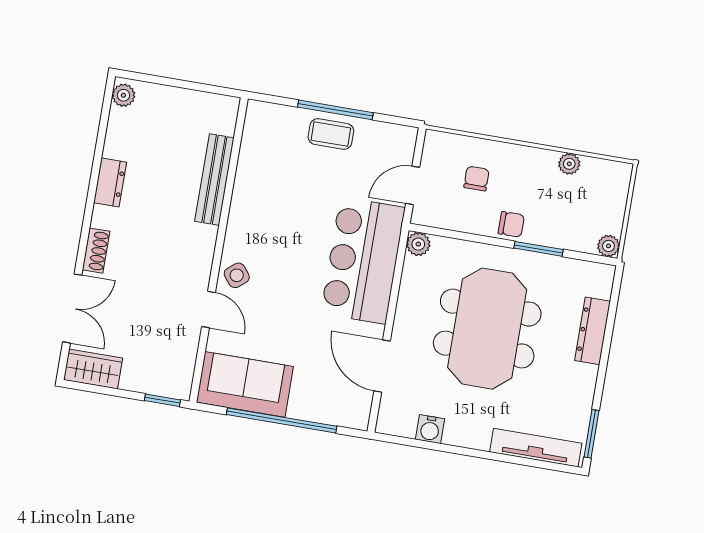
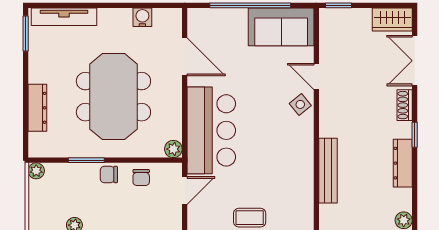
chair: (477, 179) -> (141, 178), moved
dresser: (110, 182) -> (403, 163), width x1.44
window: (89, 208) -> (415, 135), added

